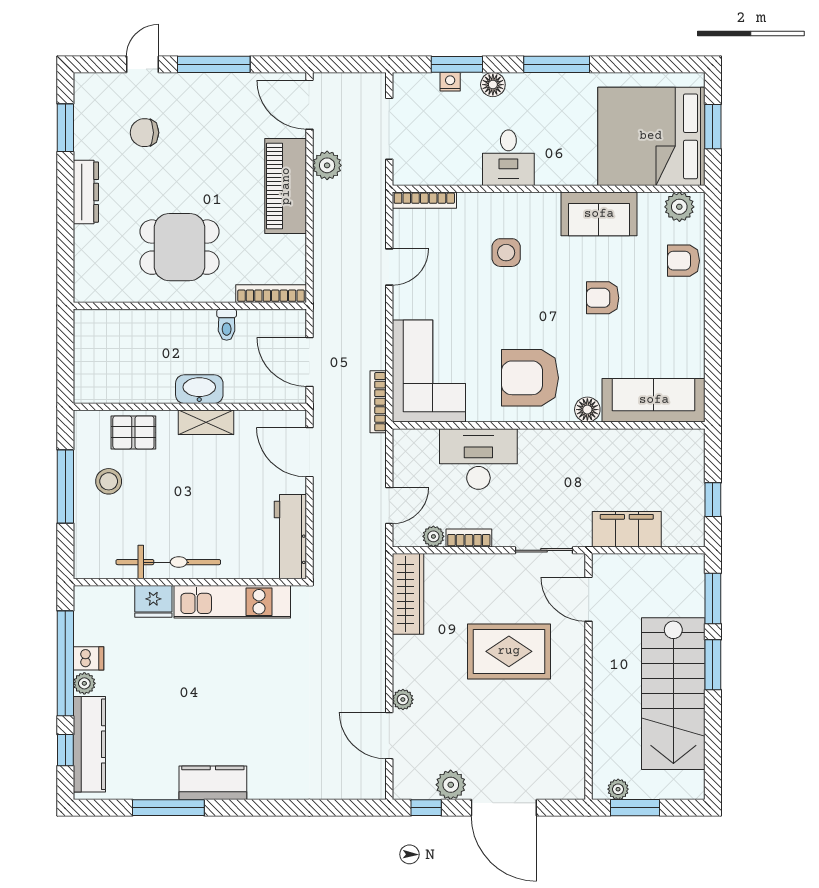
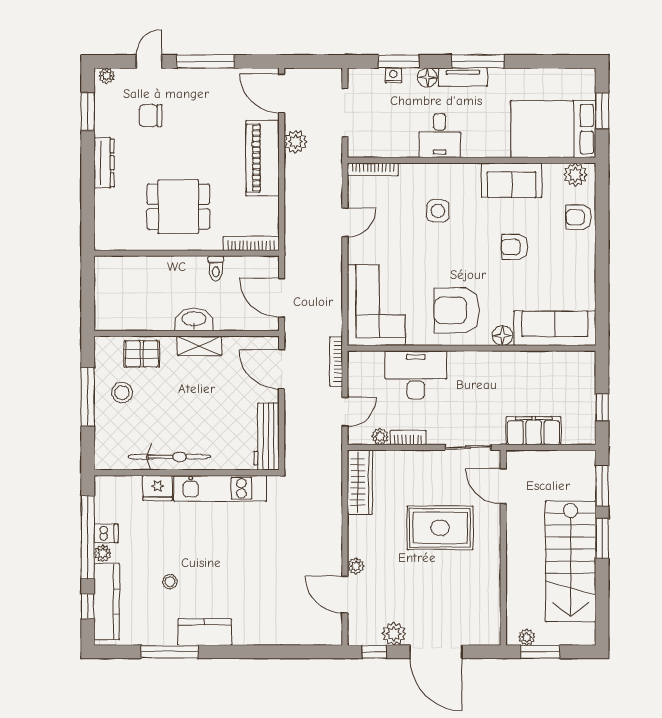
plant: (89, 83) -> (107, 76), added
tv unit: (538, 84) -> (463, 77), added
bed: (651, 136) -> (553, 129), width x0.73
bookcase: (378, 402) -> (336, 362), moved
stool: (169, 719) -> (170, 582), added

